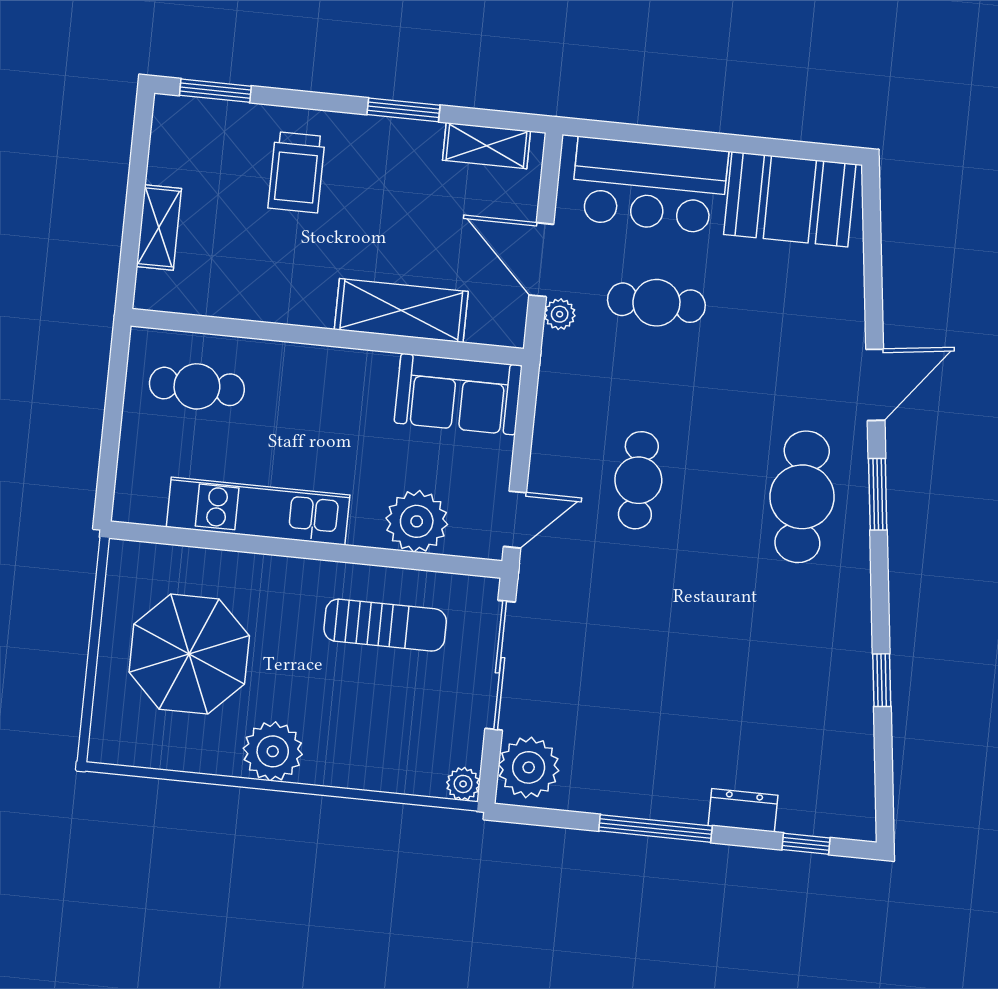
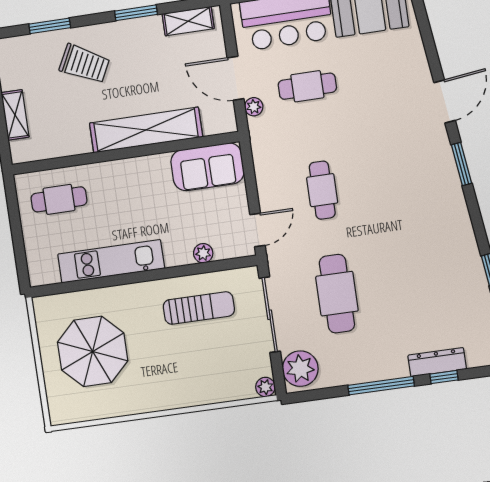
window: (215, 91) -> (50, 26), moved
trolley: (297, 172) -> (84, 64), turned -63
shelving: (401, 311) -> (146, 130), width x1.47
cafe table: (802, 497) -> (337, 294), moved
plant: (417, 521) -> (203, 253), width x0.53, depth x0.53
plant: (273, 751) -> (153, 395), removed
dresser: (743, 810) -> (437, 362), width x1.44
window: (806, 844) -> (444, 377), moved

